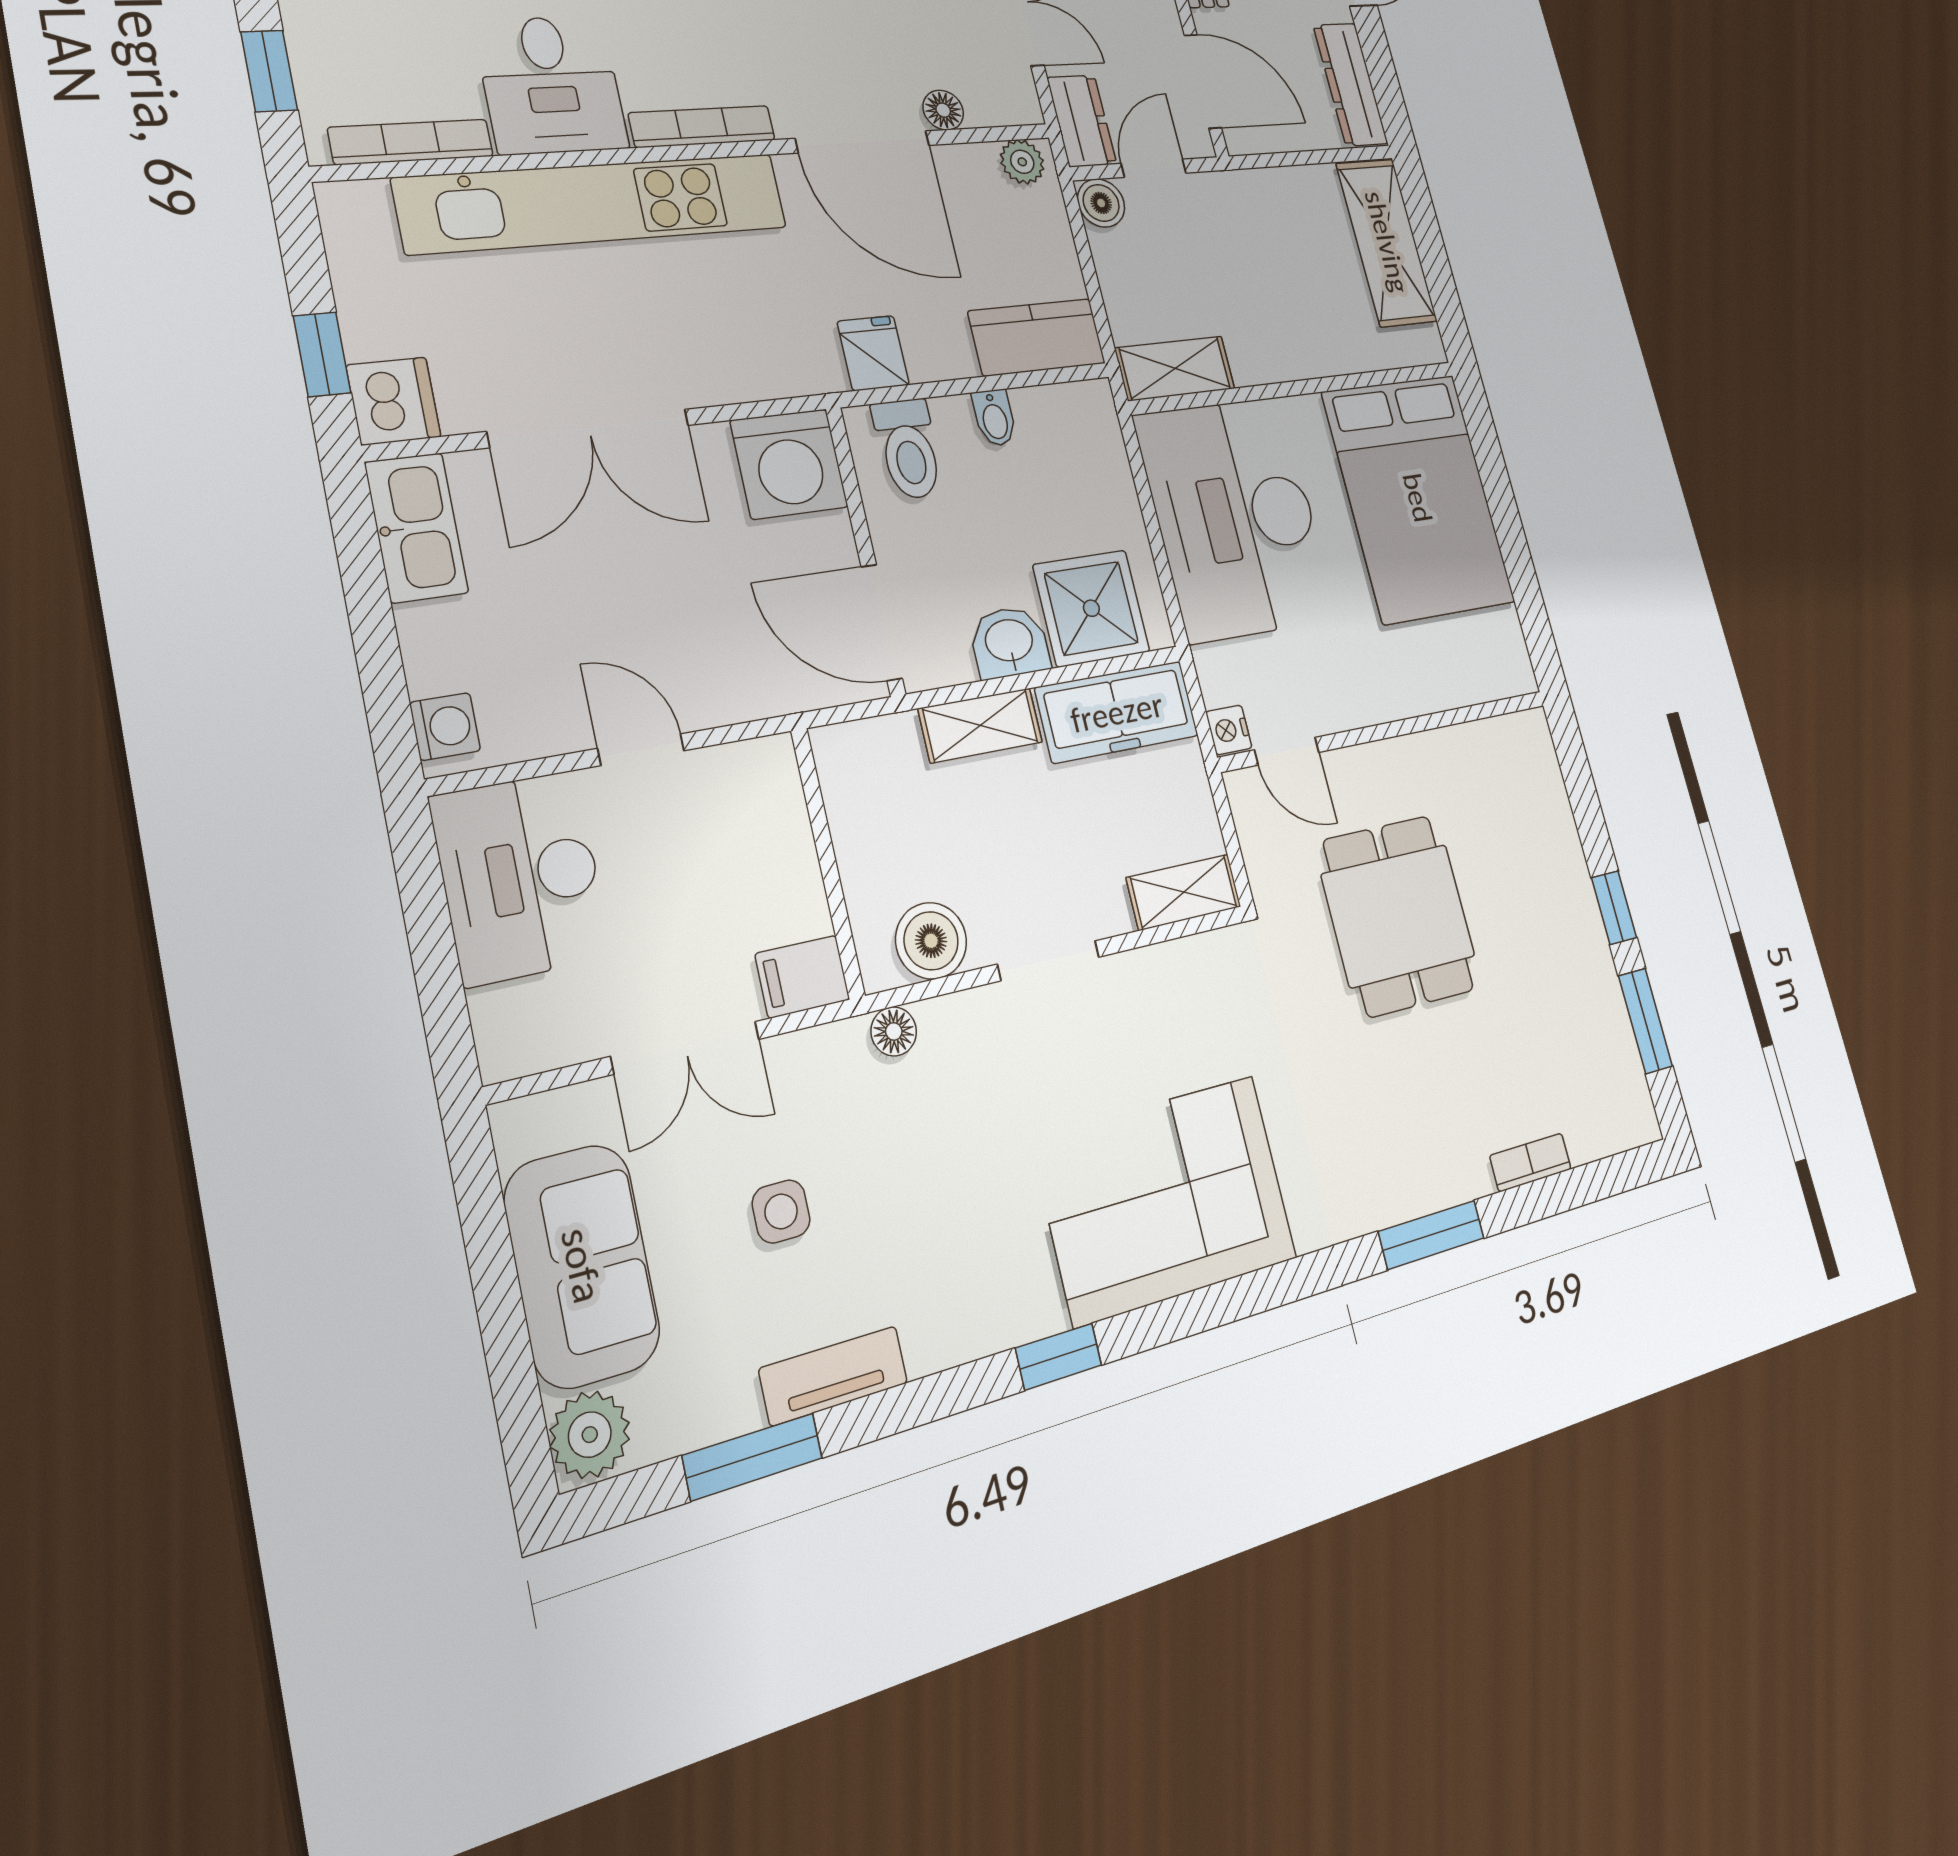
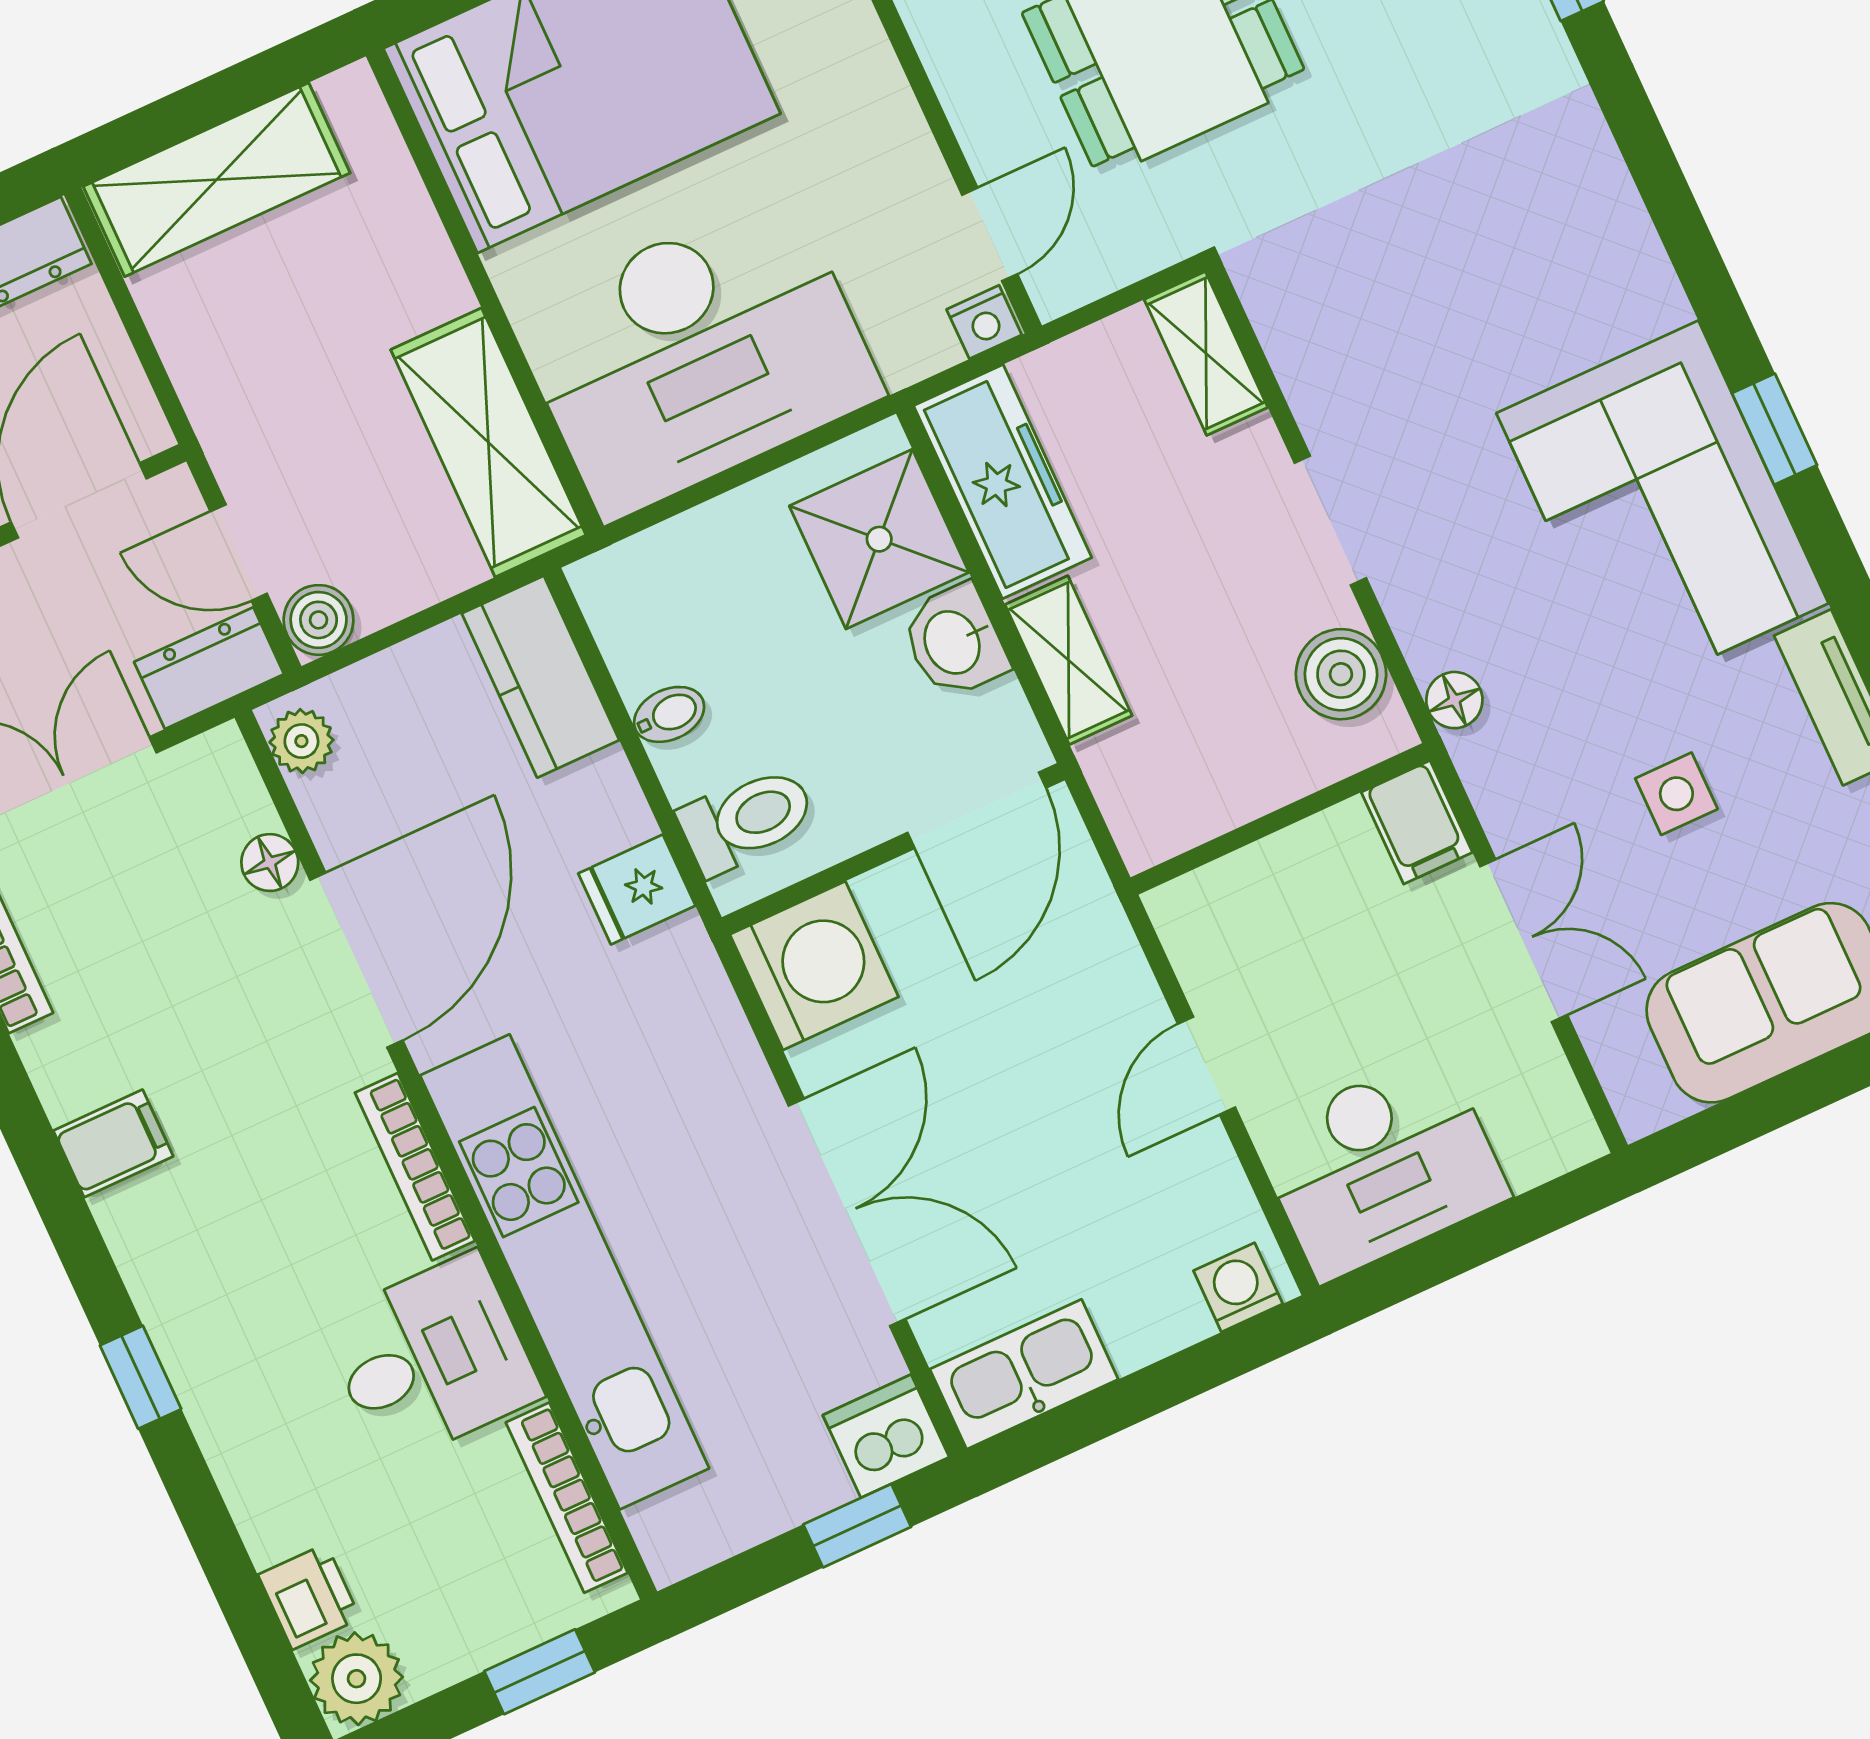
shelving: (1175, 368) -> (488, 442), width x1.50, depth x1.33
corner sofa: (1165, 1199) -> (1662, 508), moved

